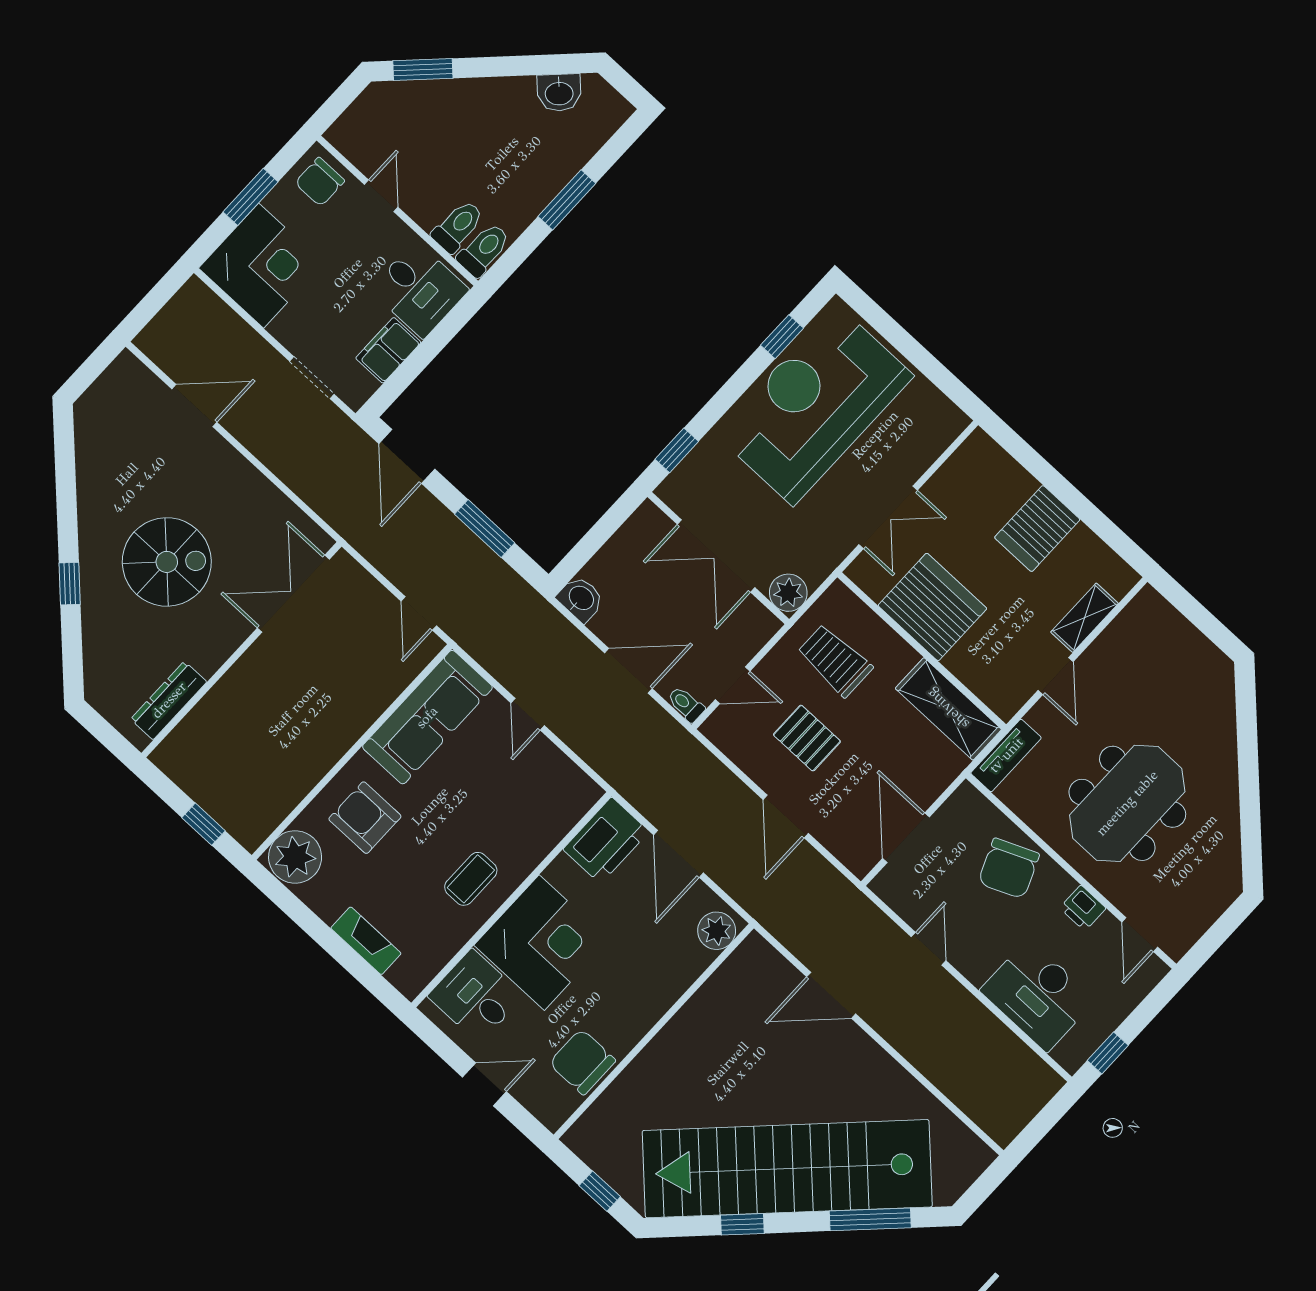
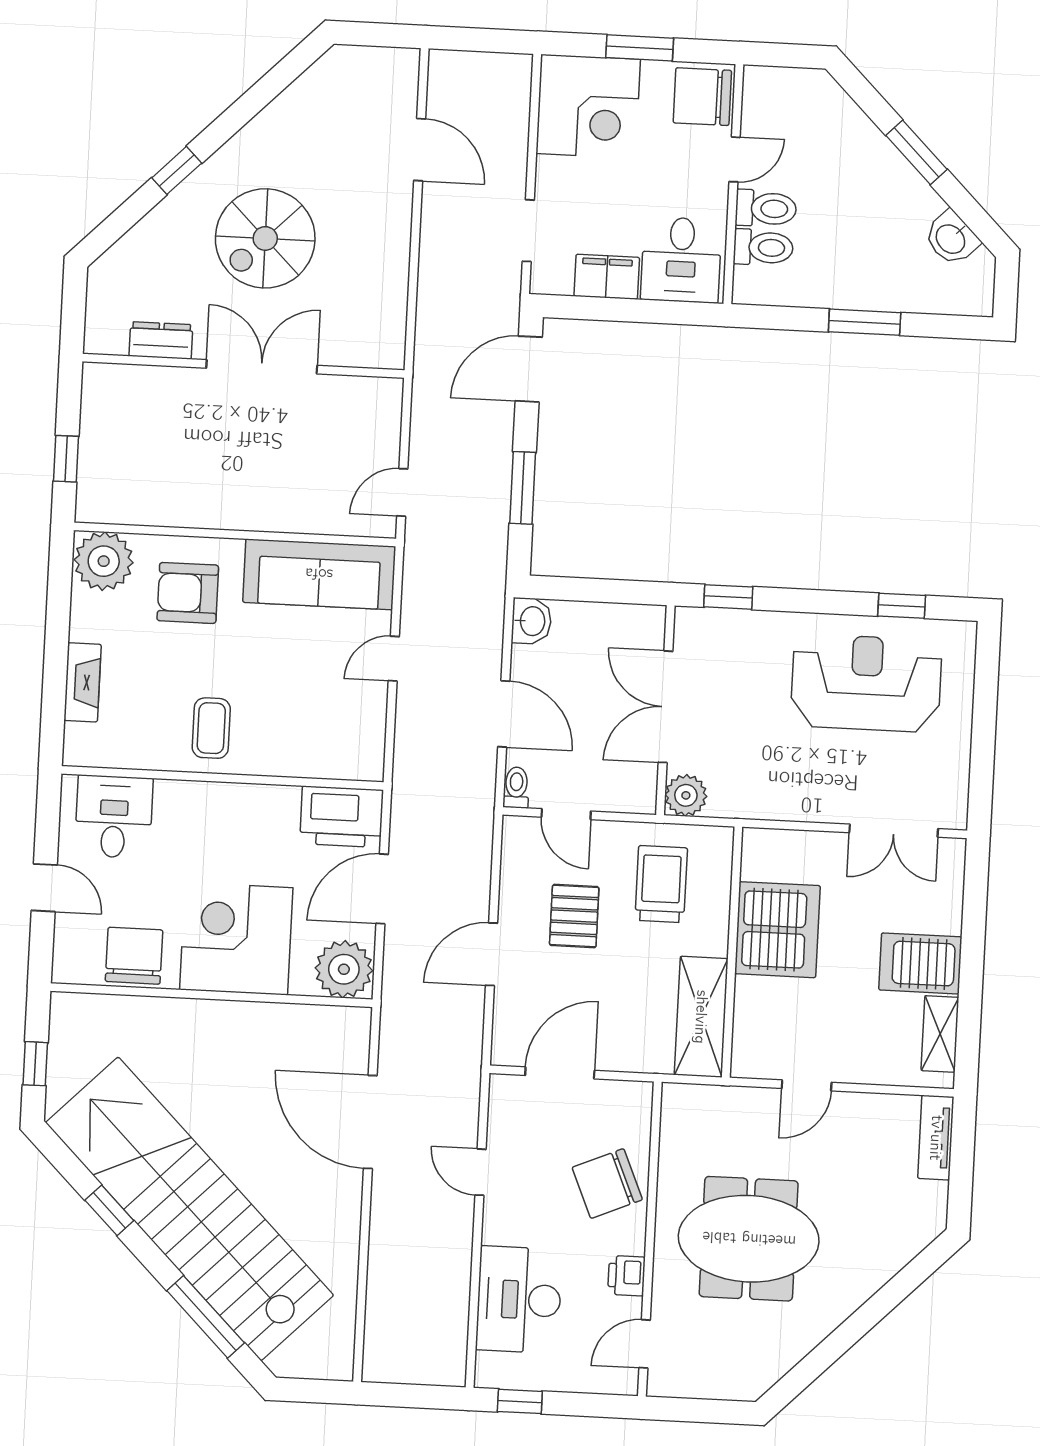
window: (423, 69) -> (917, 152), moved
chair: (320, 182) -> (702, 97), width x1.37, depth x1.37
toilet: (484, 250) -> (766, 208), moved
reception desk: (815, 405) -> (866, 683), width x0.74, depth x0.77
double door: (888, 517) -> (894, 831), moved
spiral stairs: (167, 562) -> (265, 238), turned 90
double door: (293, 594) -> (262, 367), moved
shelving: (1085, 618) -> (940, 1034), moved, turned 90
dresser: (169, 700) -> (161, 340), width x0.70
tv unit: (1006, 755) -> (936, 1138), moved, turned 90
armchair: (365, 818) -> (188, 593), turned -90
coffee table: (471, 879) -> (211, 728), turned 90
plant: (717, 931) -> (344, 969), width x1.36, depth x1.36
corner desk: (542, 943) -> (236, 939), moved, turned 180
door: (929, 949) -> (480, 1172), swing flipped
door: (831, 995) -> (370, 1122), width x1.36

